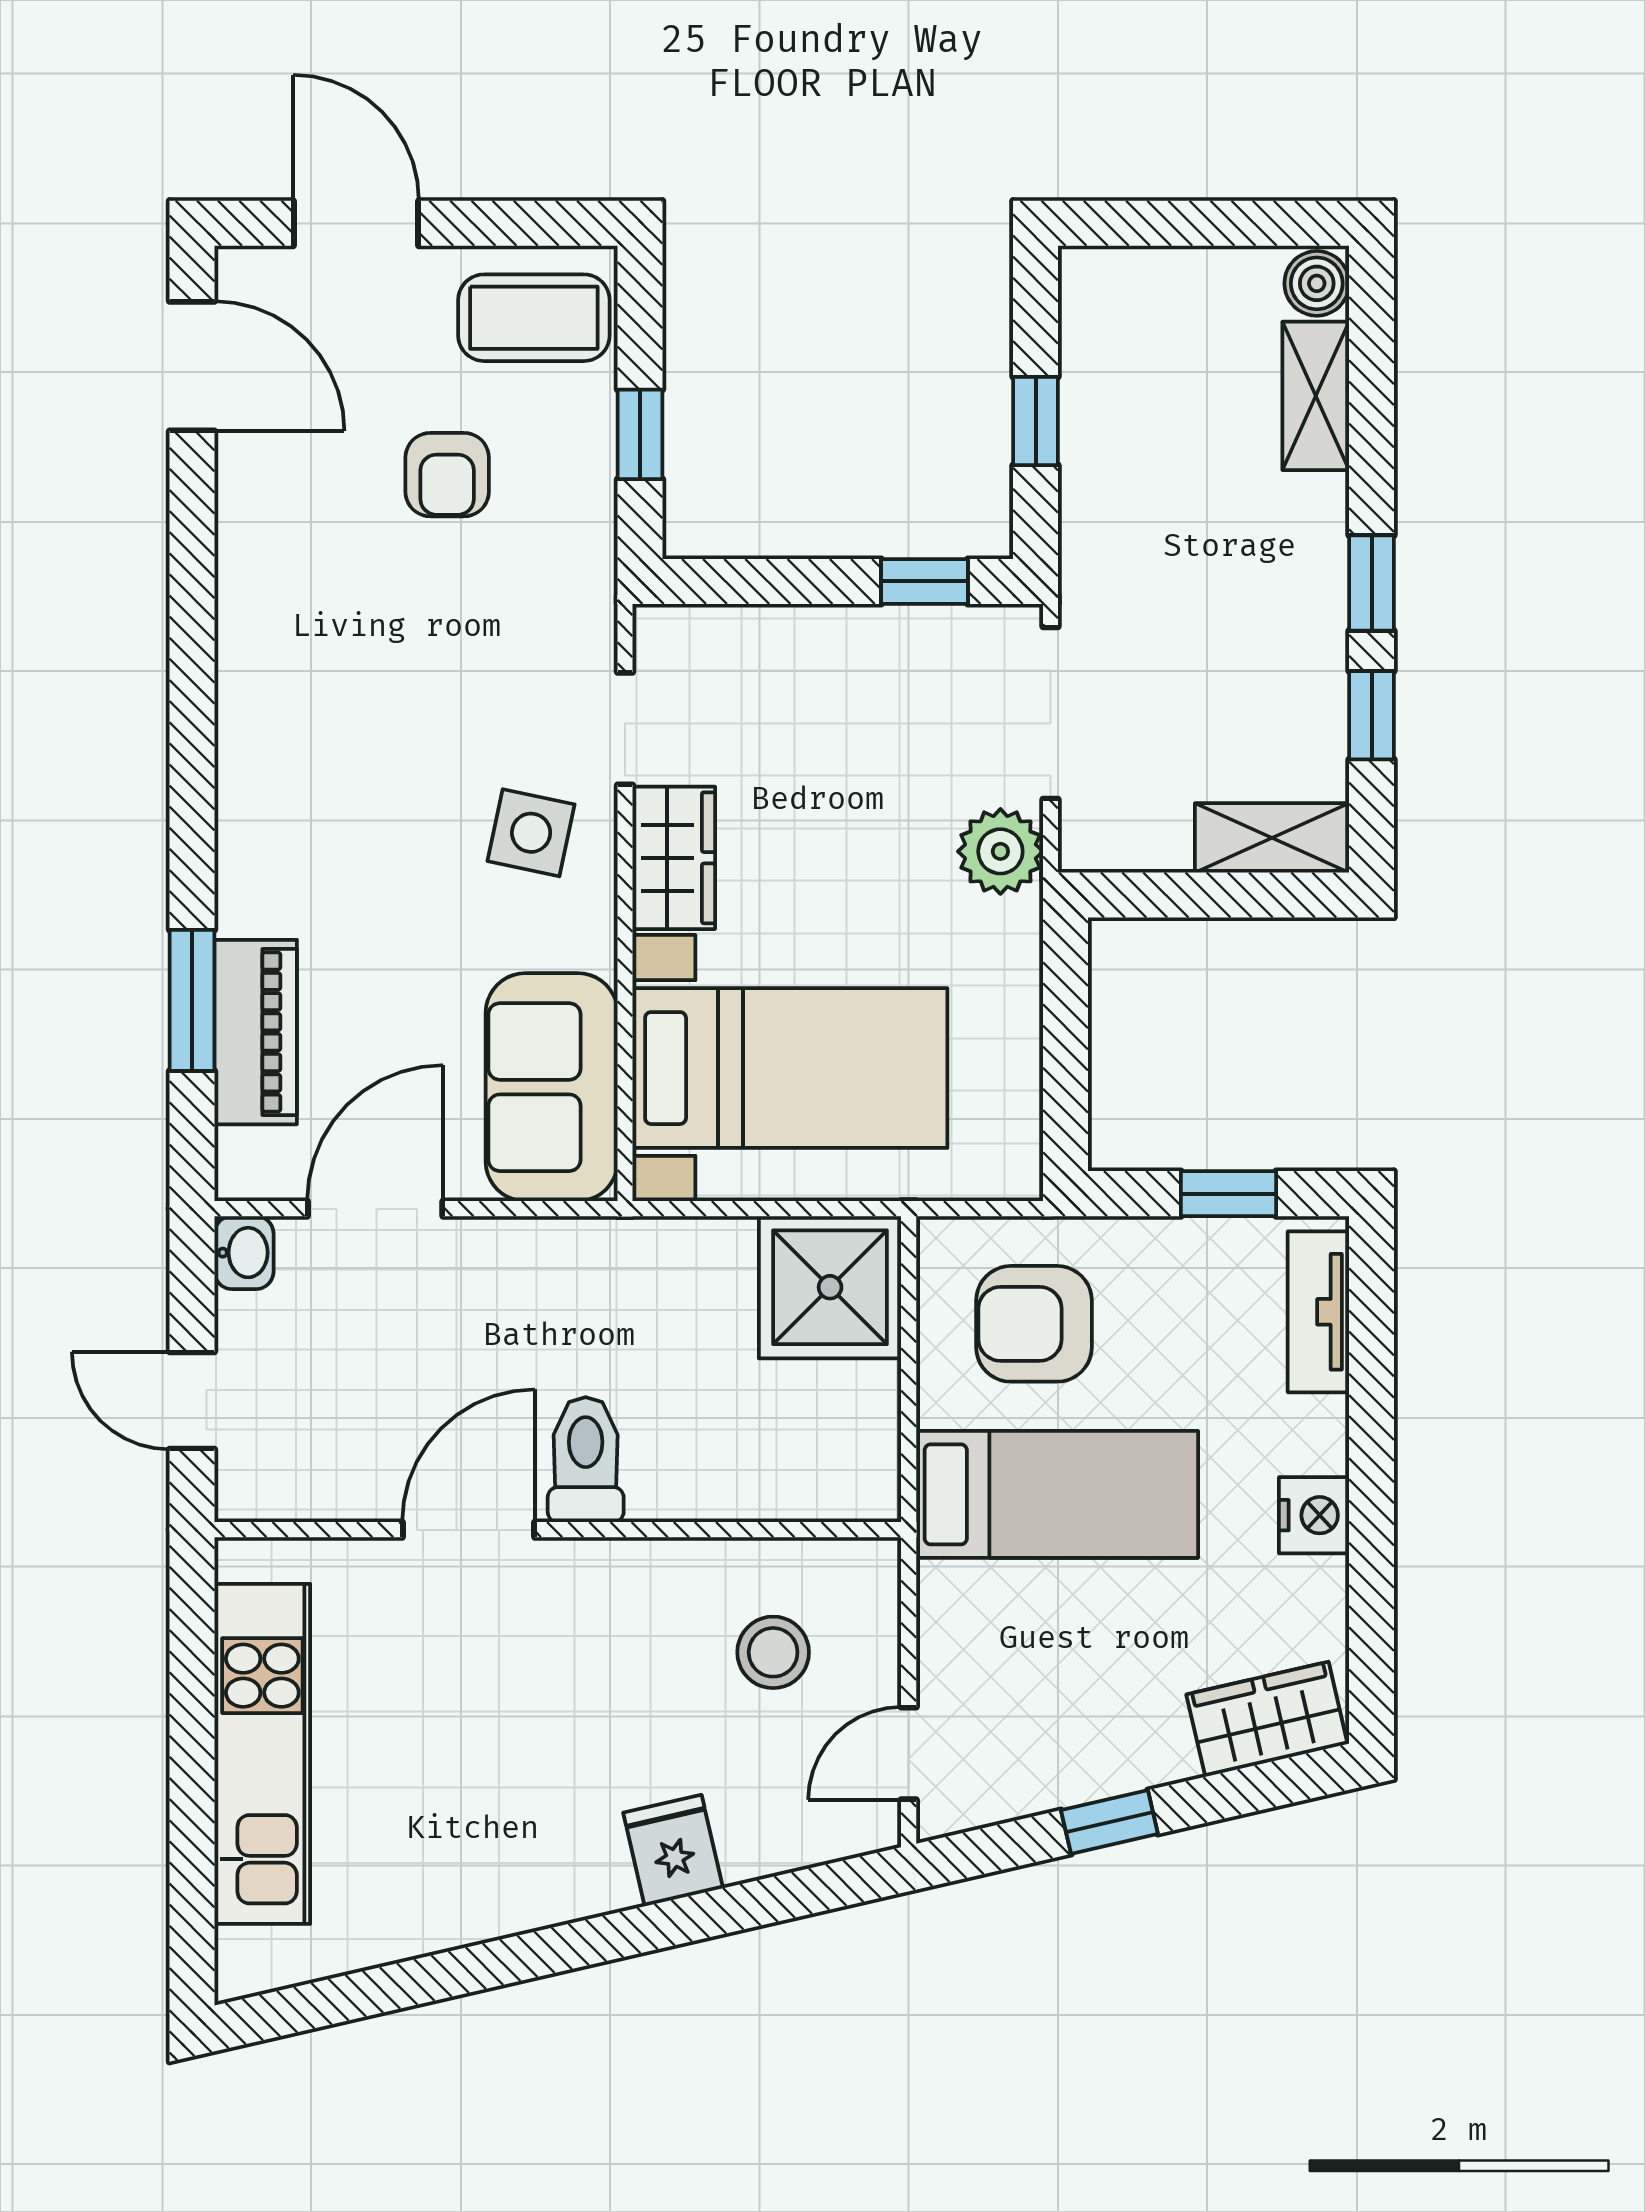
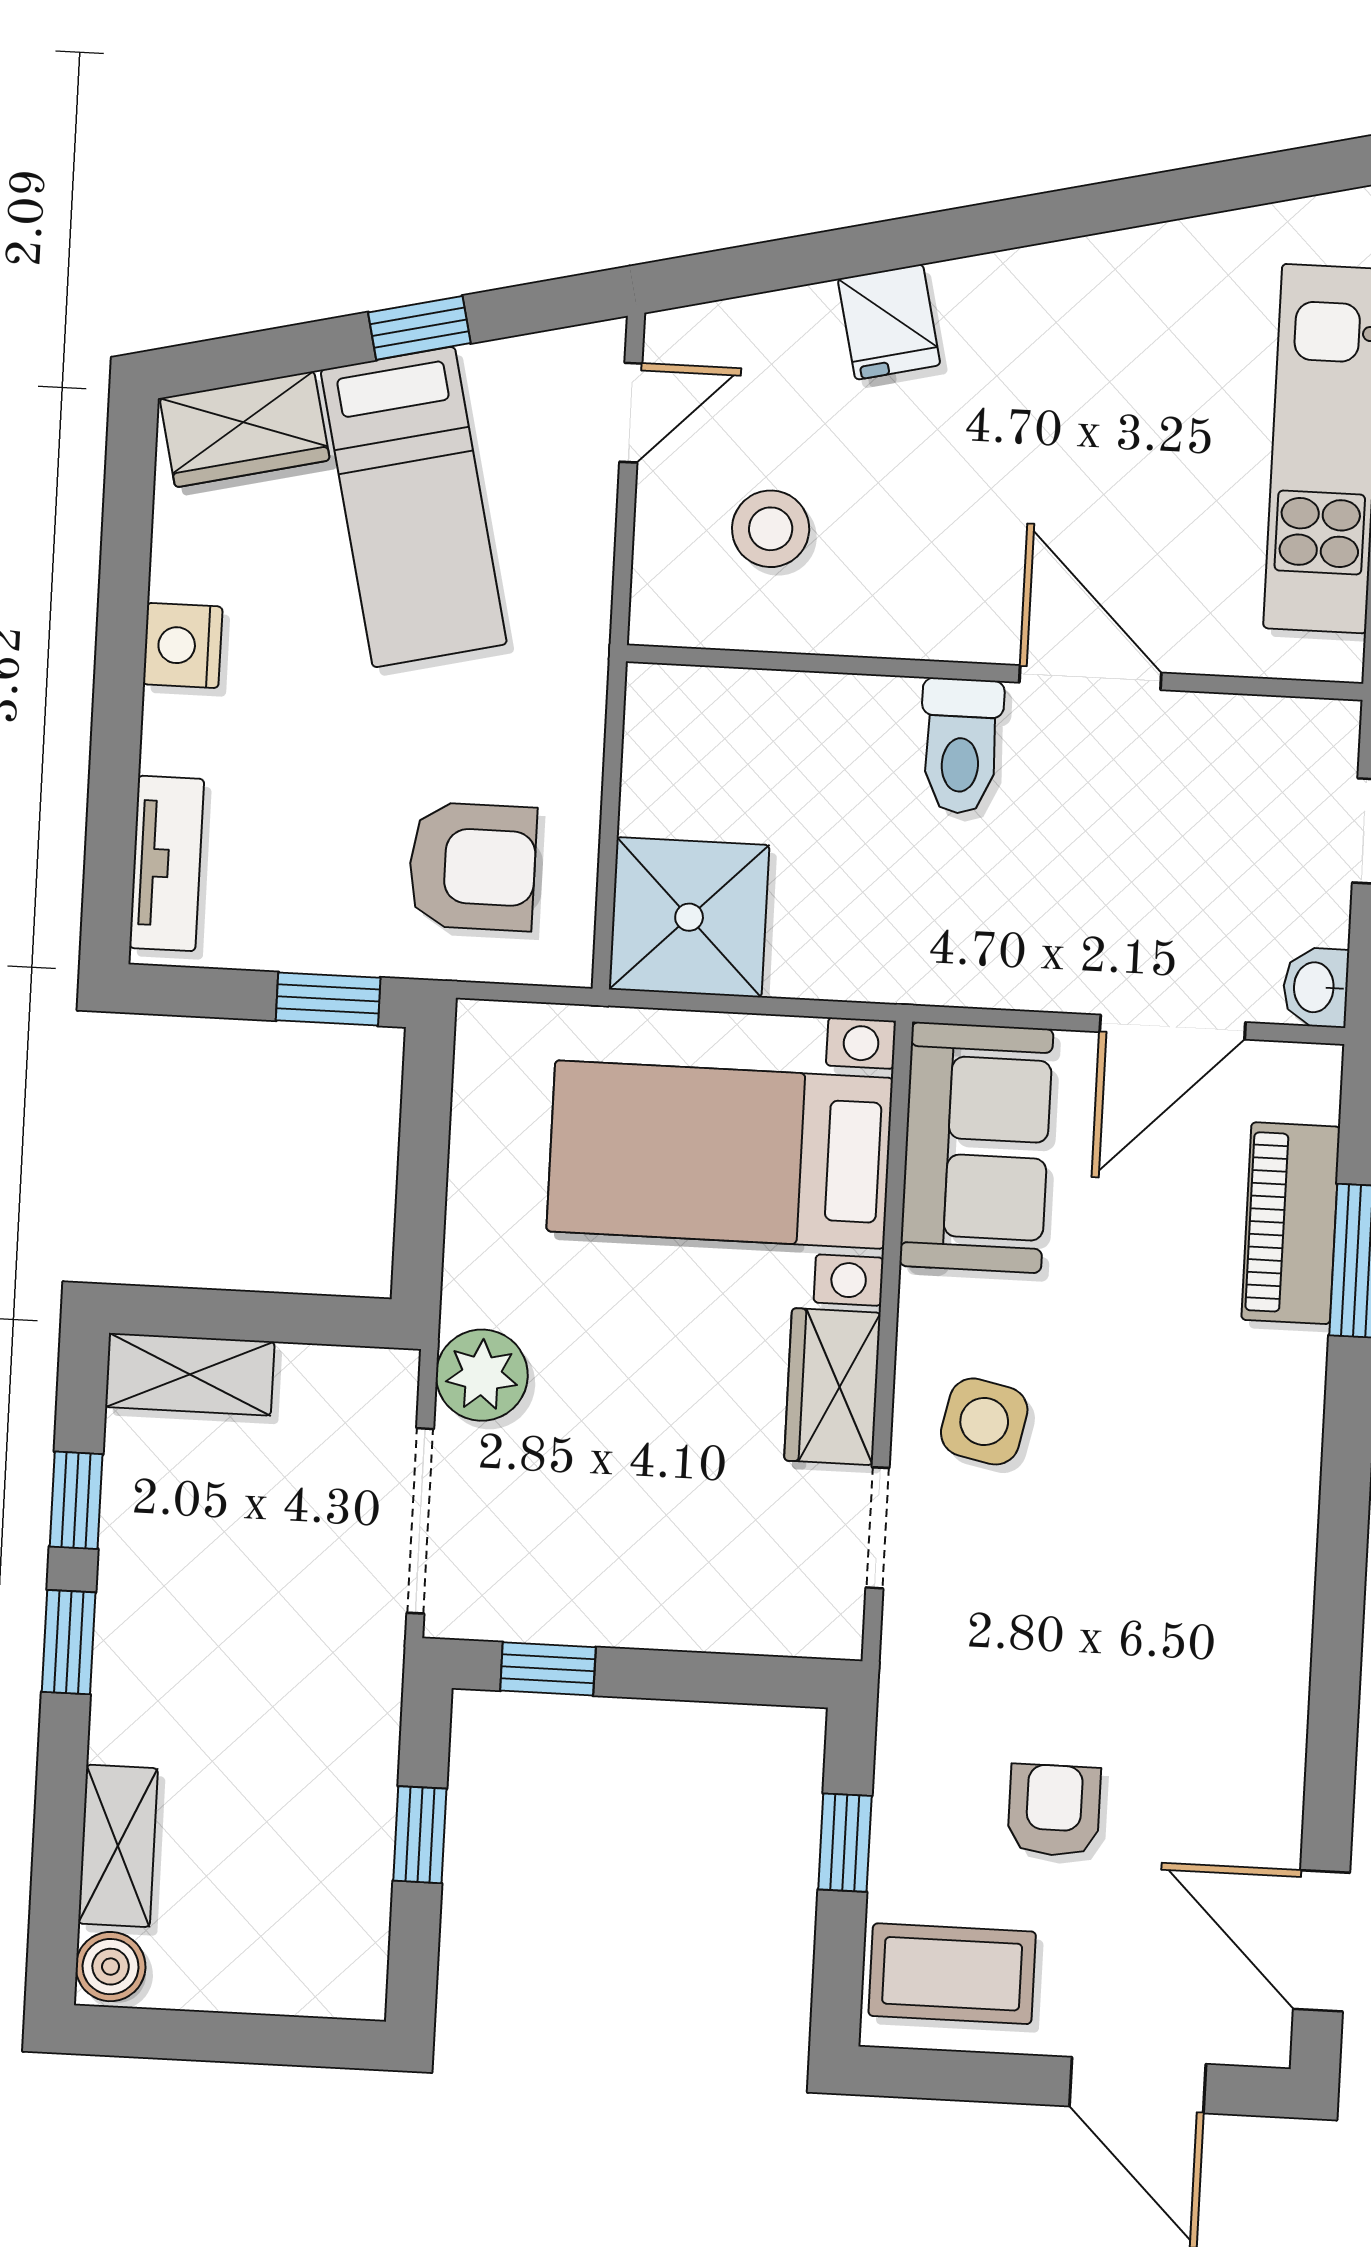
window: (1229, 1194) -> (328, 999), moved
bed: (1057, 1494) -> (414, 507), moved, turned -103
door: (469, 1530) -> (1090, 678), swing flipped

